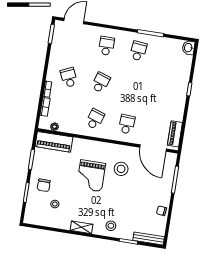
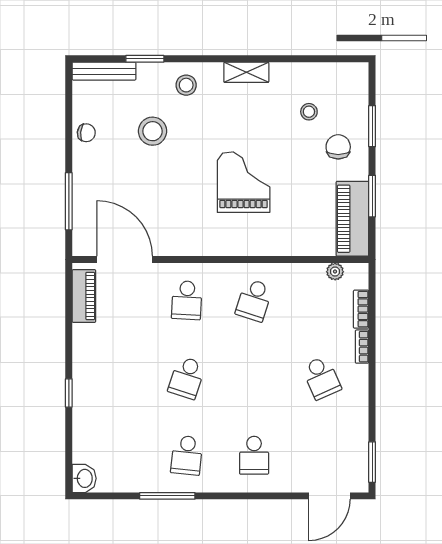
school desk: (101, 83) -> (187, 378), moved
piano: (54, 142) -> (352, 219), moved, turned -90
stool: (121, 169) -> (153, 131), moved

